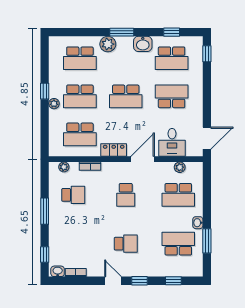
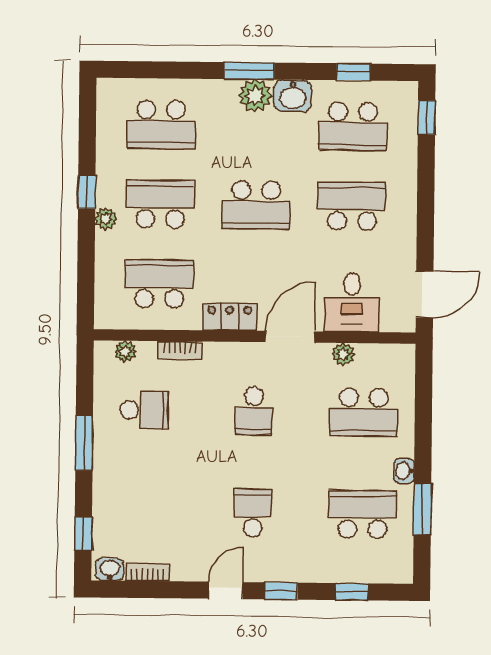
plant: (108, 44) -> (255, 96), moved
school desk: (80, 96) -> (160, 204), turned 180
school desk: (80, 134) -> (159, 284), turned 180
plant: (180, 167) -> (343, 354), moved
school desk: (126, 244) -> (253, 513), turned -90
door: (113, 281) -> (226, 590), hinge flipped

